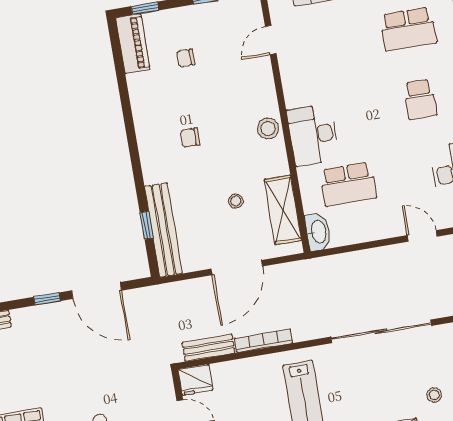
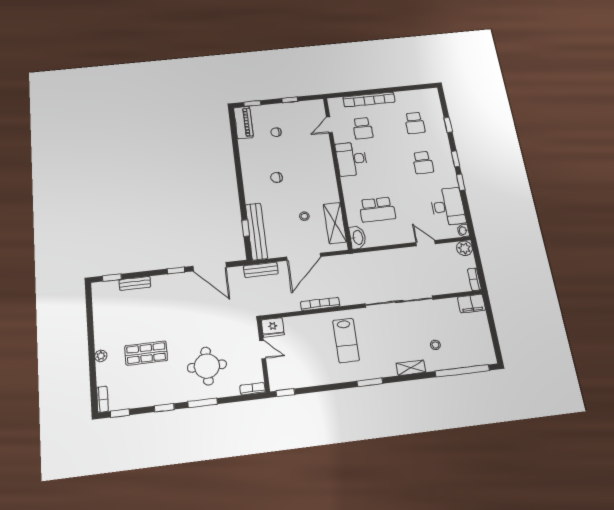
school desk: (408, 29) -> (415, 123), width x0.54
school desk: (324, 43) -> (363, 128), added
stool: (268, 128) -> (326, 175), removed
desk: (313, 135) -> (351, 159), moved
bench: (209, 348) -> (261, 270), moved

